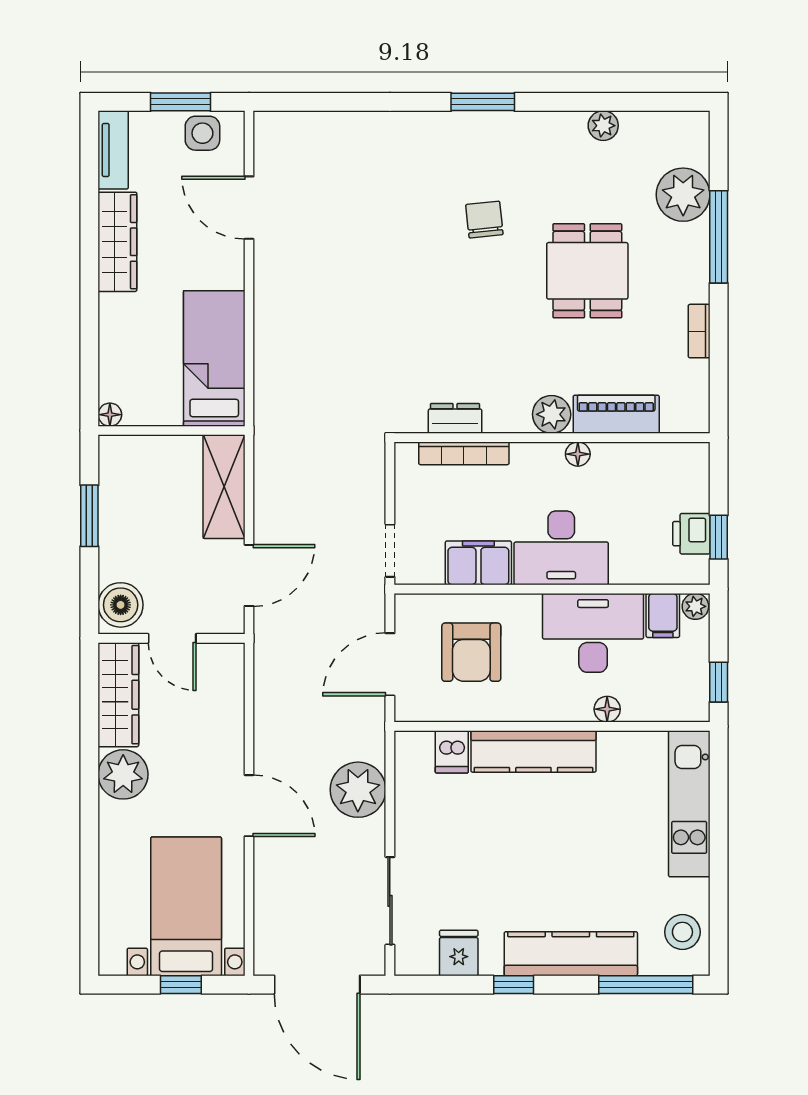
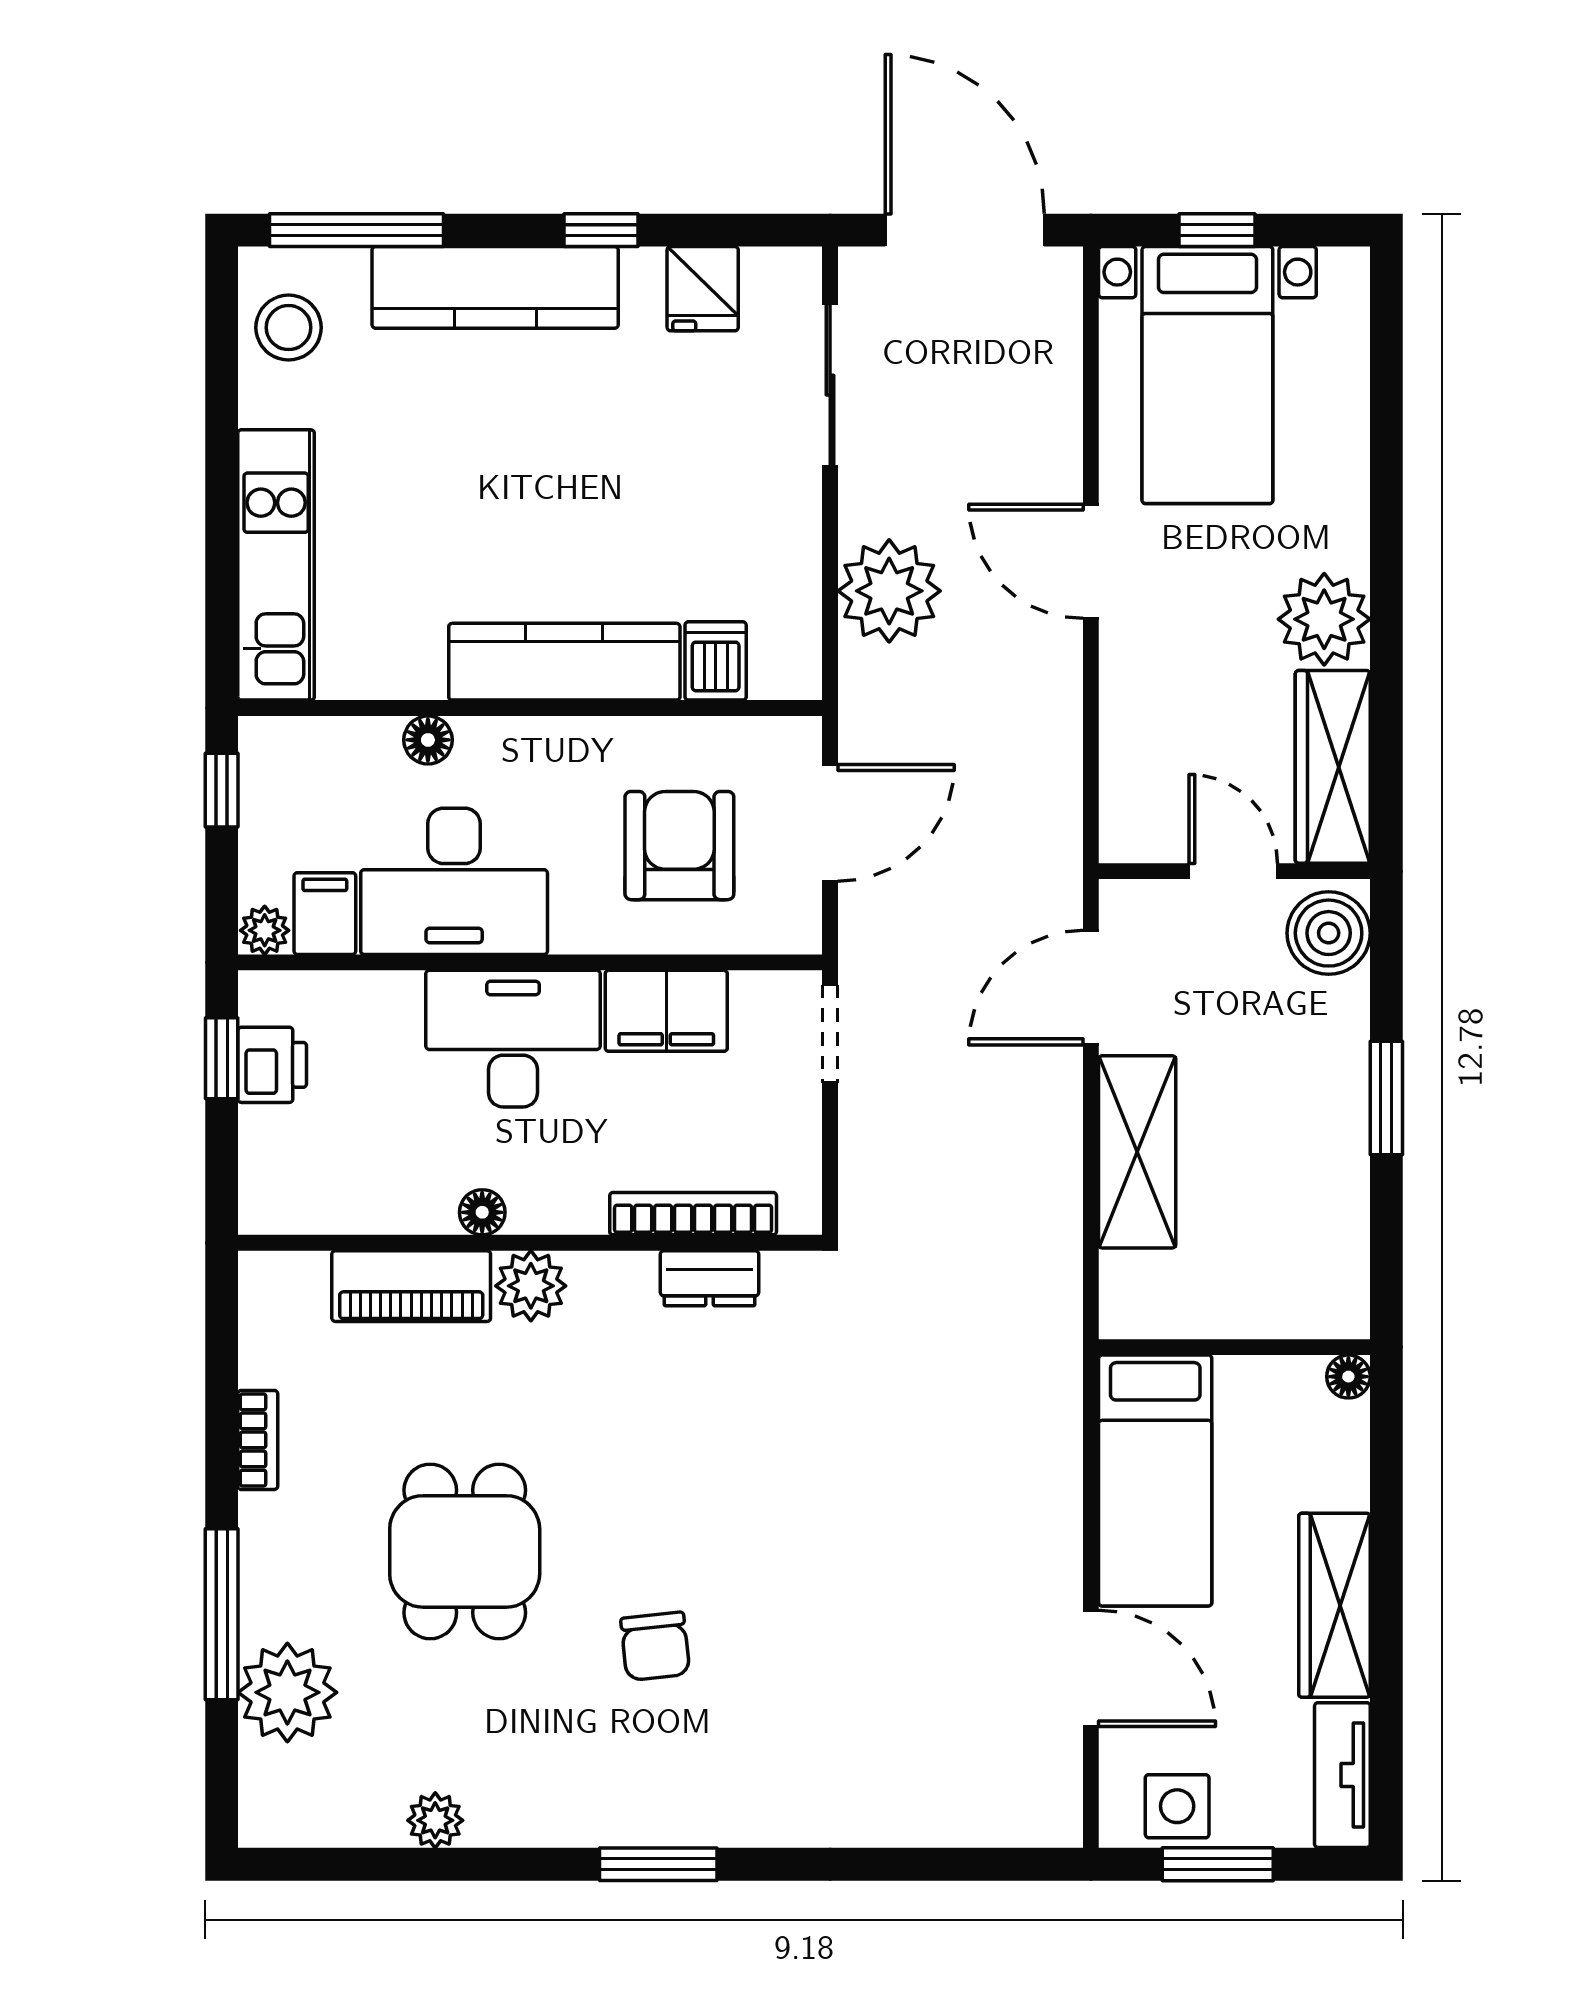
bed: (214, 358) -> (1155, 1480), moved
floor lamp: (110, 415) -> (1348, 1377), moved
wall: (171, 431) -> (1234, 1347), moved

